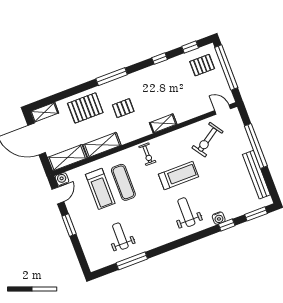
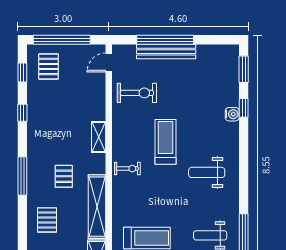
pallet: (85, 108) -> (47, 220), width x0.67, depth x0.71
exercise bike: (207, 140) -> (137, 93), turned -56
shelving: (102, 145) -> (97, 207), width x1.47
bench: (256, 175) -> (166, 52), moved
exercise mat: (123, 182) -> (149, 208), removed
weight bench: (186, 212) -> (207, 172), moved

